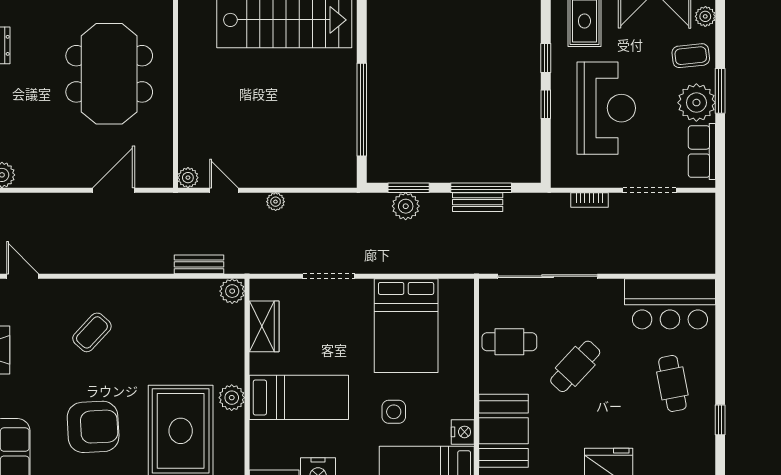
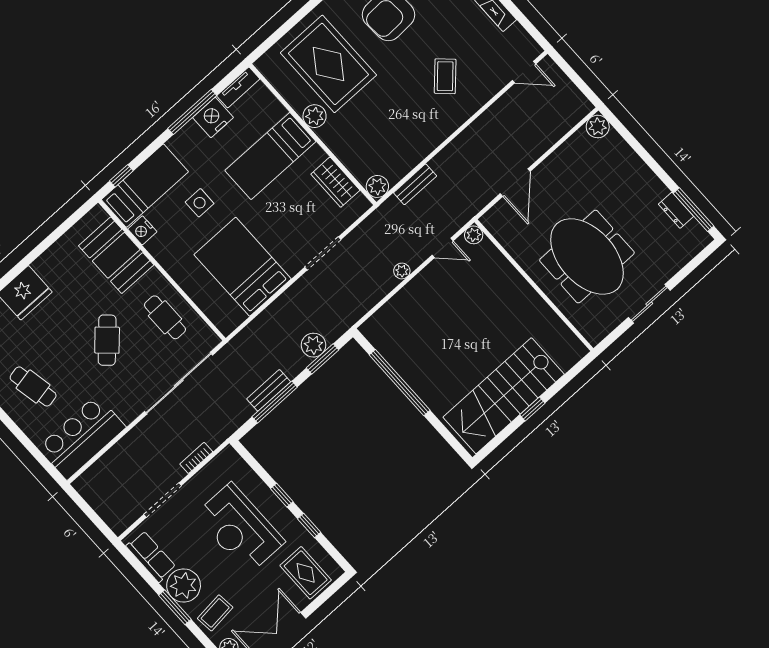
cafe table: (509, 342) -> (165, 317), turned 90

